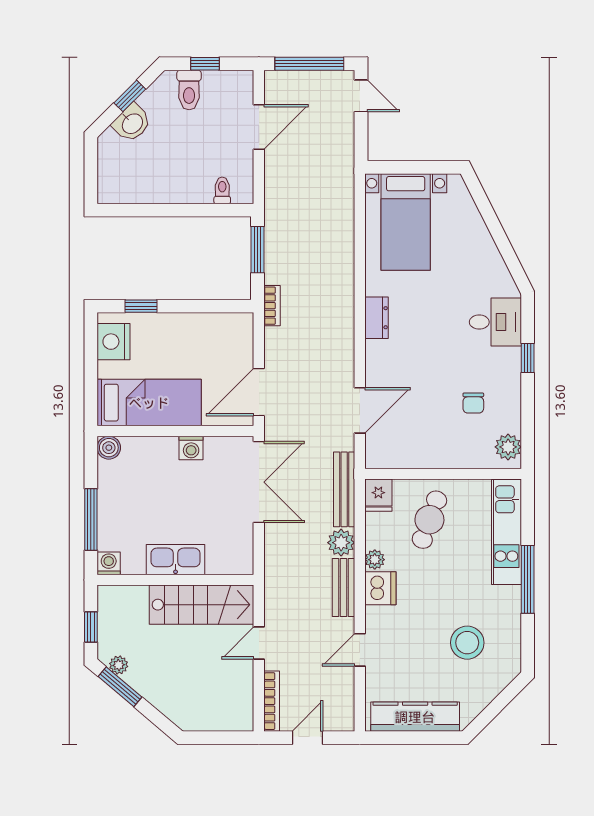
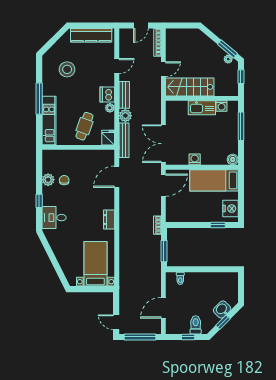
plant: (508, 447) -> (48, 180), moved
washing machine: (109, 563) -> (222, 106), moved

